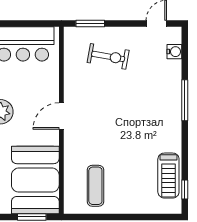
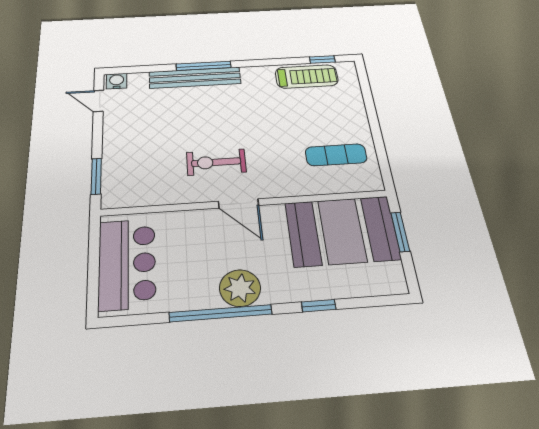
water cooler: (174, 52) -> (117, 81), moved
exercise bike: (108, 56) -> (216, 162), moved, turned -100
bench: (173, 93) -> (195, 78), added

